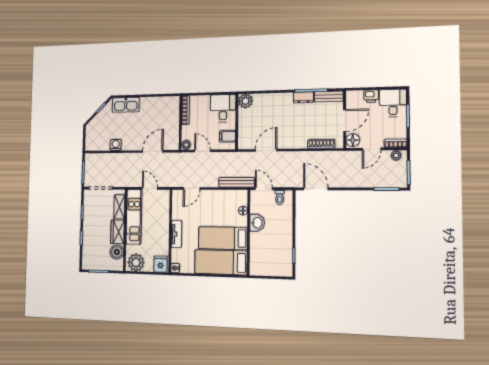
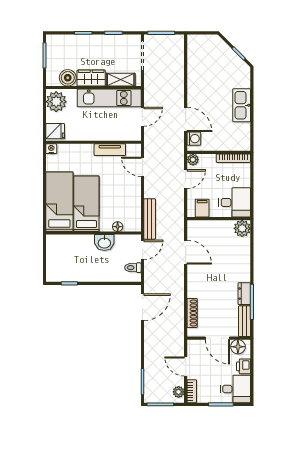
kitchen sink: (126, 105) -> (242, 105), moved
floor lamp: (353, 140) -> (238, 347), moved
washing machine: (116, 145) -> (194, 139), moved
tv unit: (176, 234) -> (110, 150), moved

